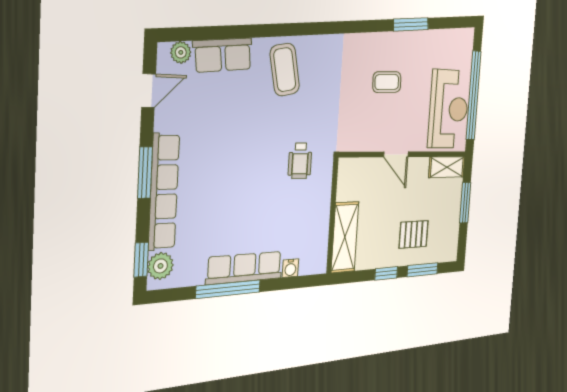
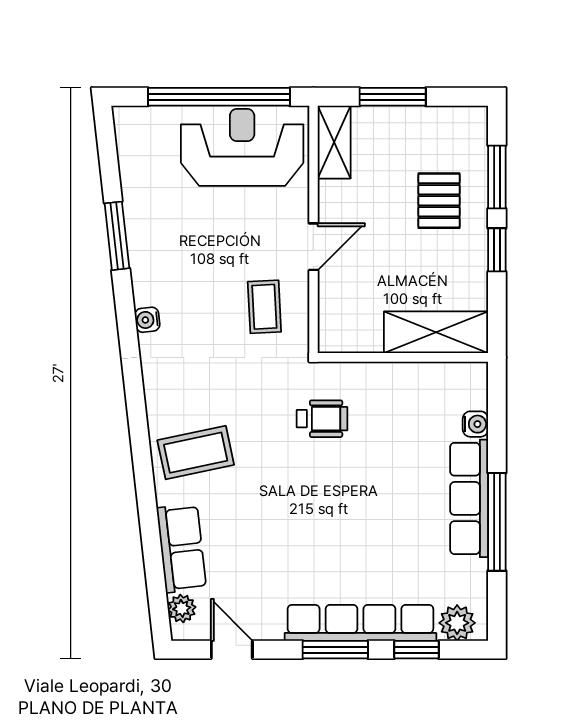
water cooler: (365, 41) -> (147, 320), added
coffee table: (387, 82) -> (264, 307), moved
window: (141, 260) -> (416, 650), moved

